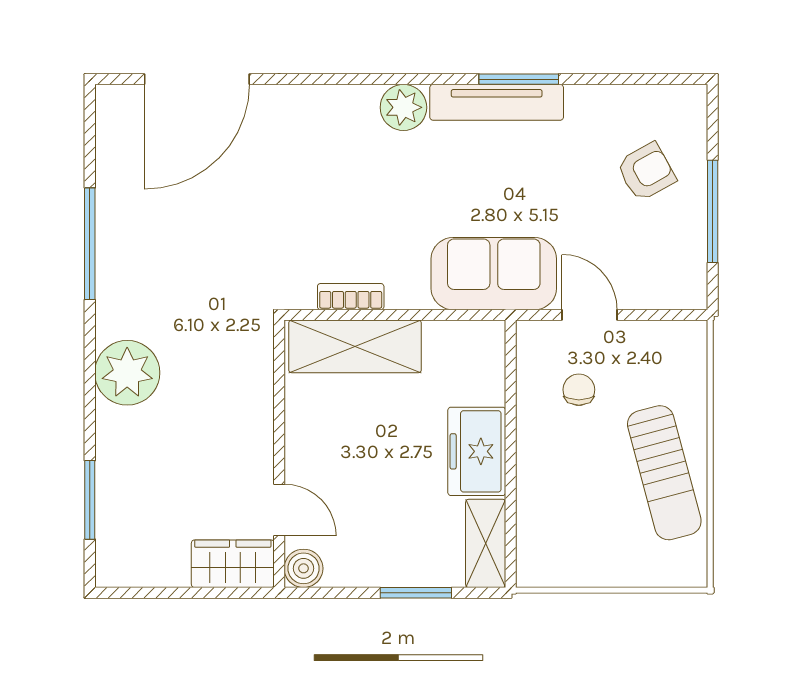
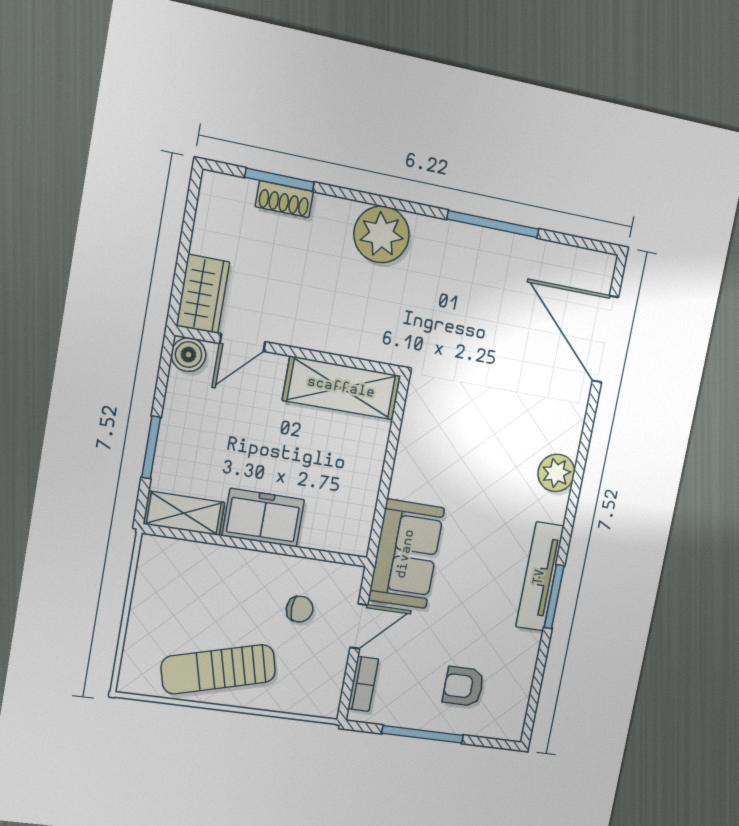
plant: (403, 107) -> (556, 473), moved
armchair: (646, 172) -> (463, 686), turned 119
bookcase: (351, 297) -> (363, 684), moved
shelving: (355, 346) -> (341, 388), moved, turned 90
shoe rack: (110, 491) -> (284, 199), added

